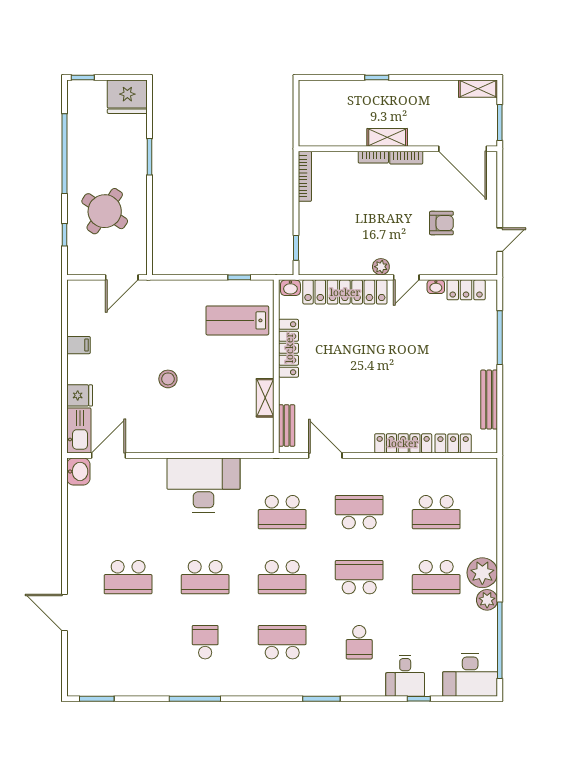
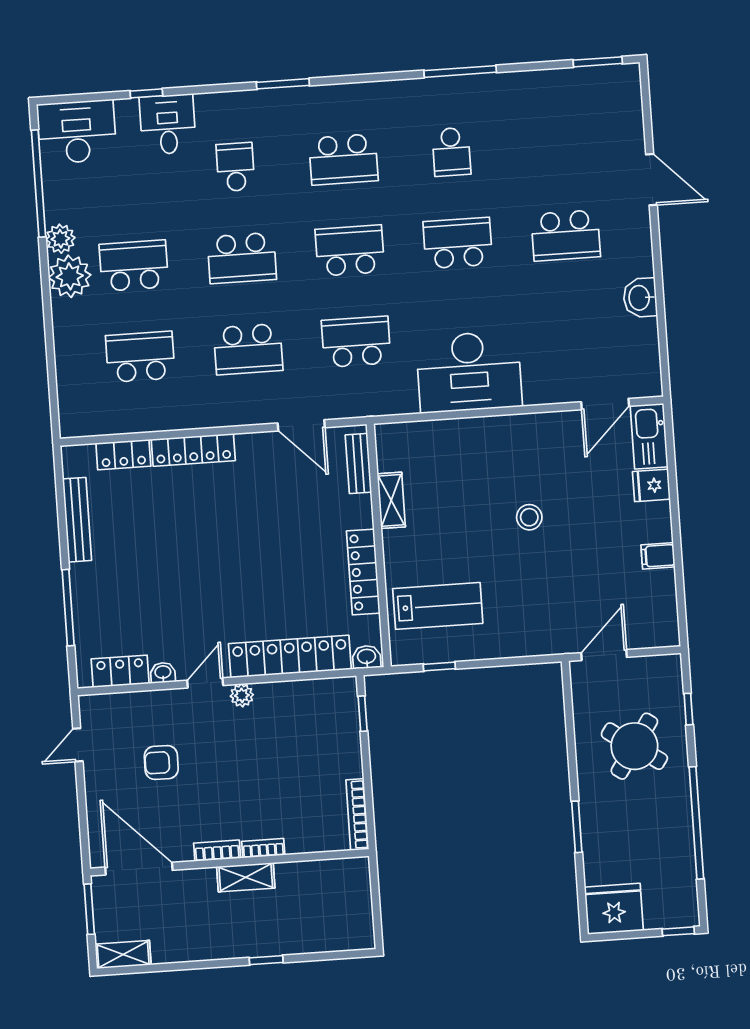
washbasin: (78, 471) -> (640, 298), moved
school desk: (128, 577) -> (566, 235), turned 180

